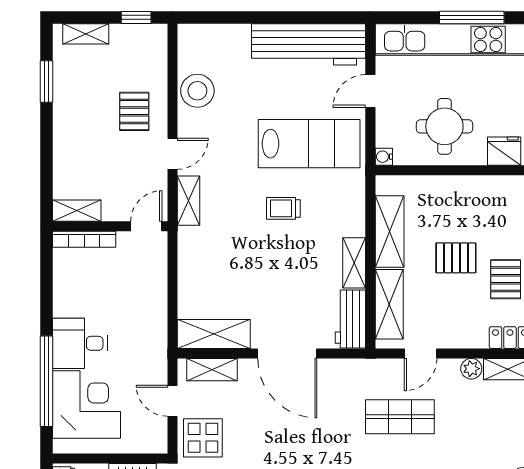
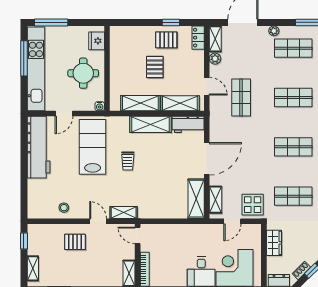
stool: (197, 91) -> (64, 208), width x0.53, depth x0.53
door: (370, 91) -> (64, 114), hinge flipped
shelving: (354, 263) -> (151, 124), width x1.50, depth x1.33

